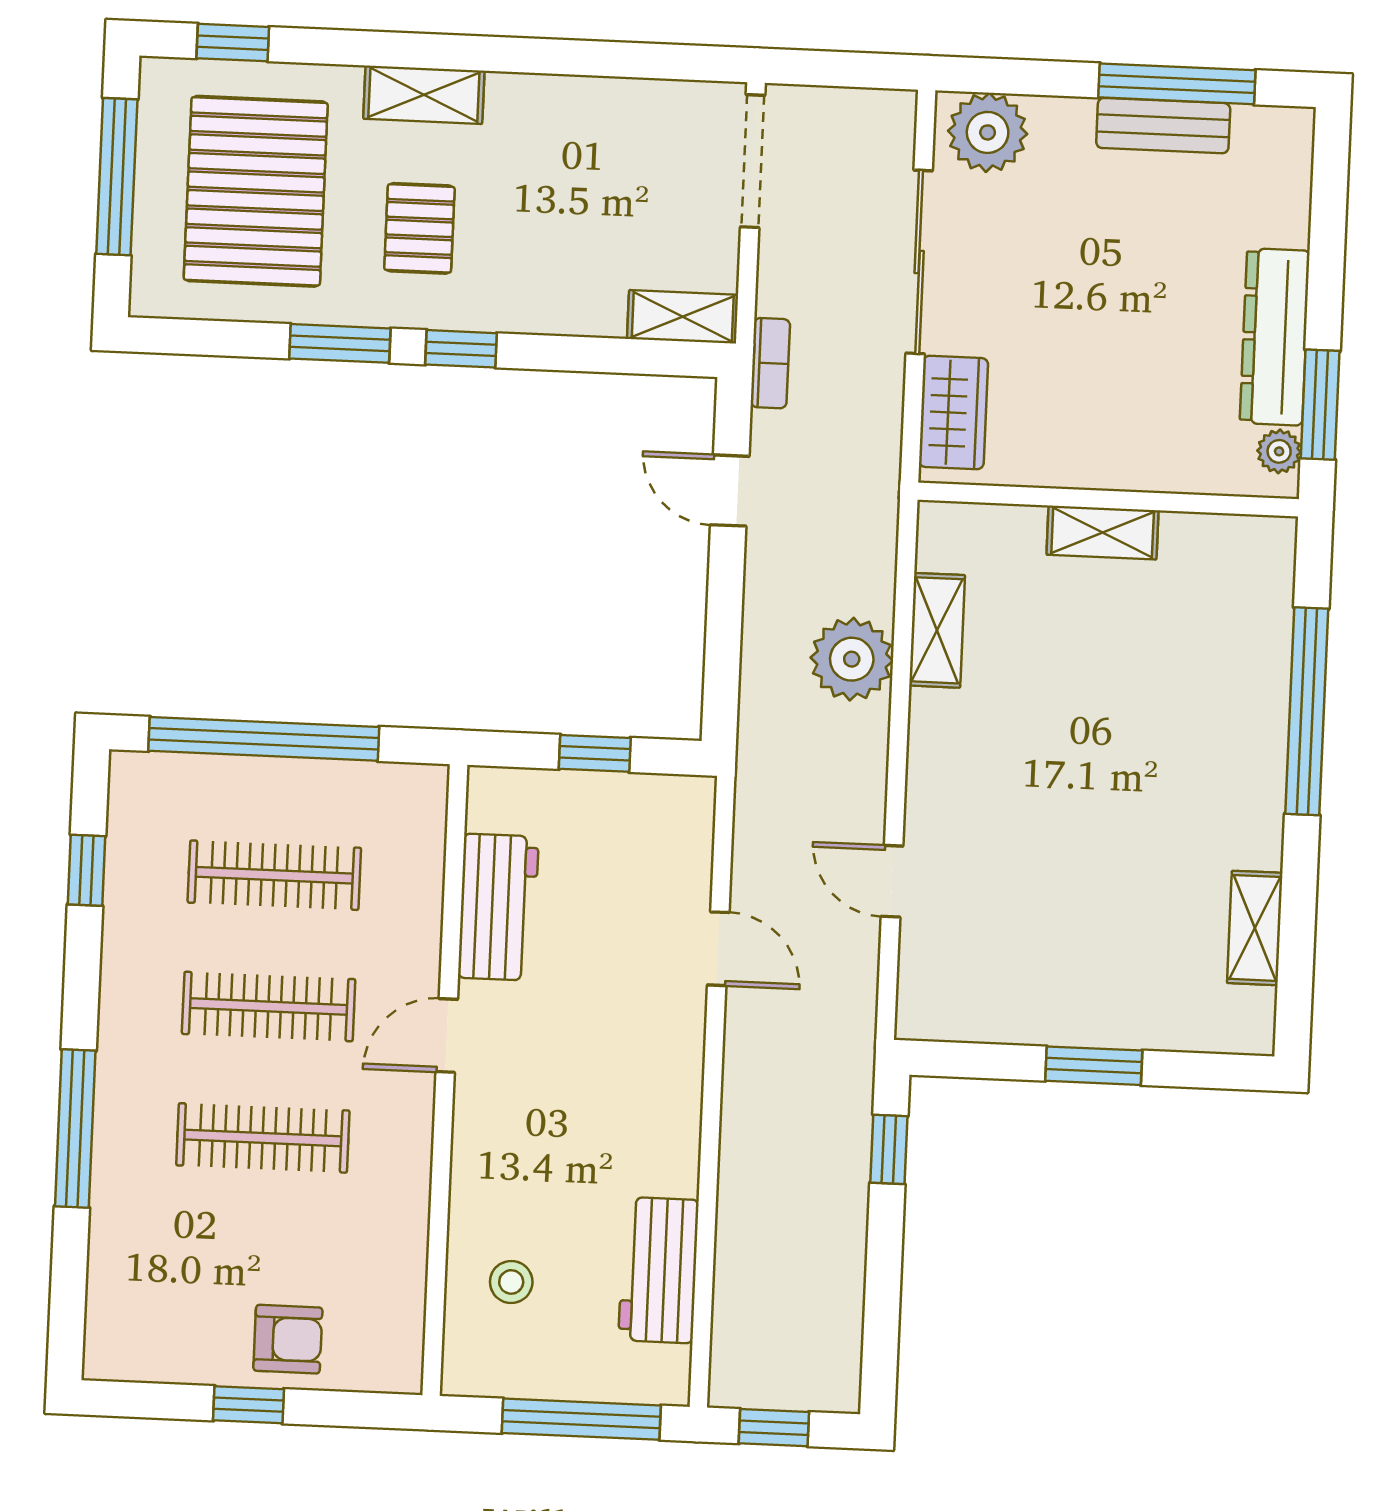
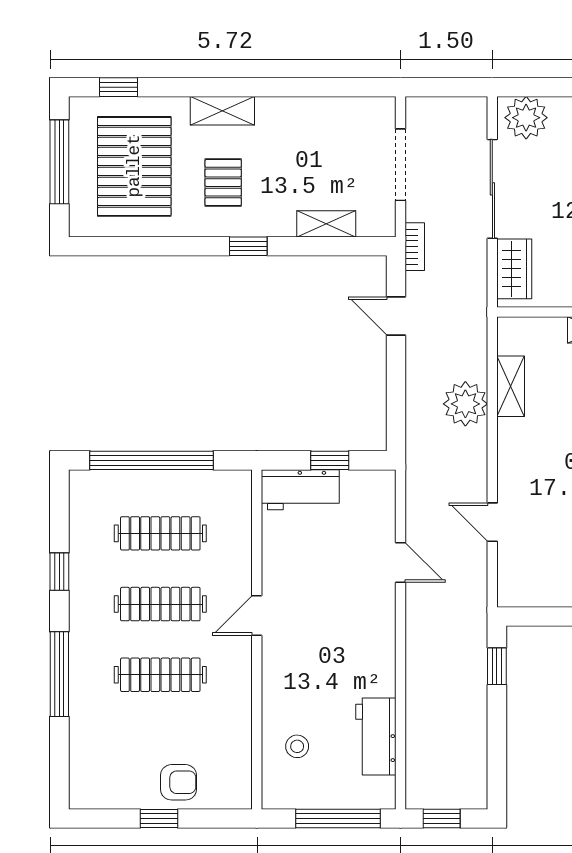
doorway: (753, 161) -> (401, 165), moved
shelving: (683, 317) -> (326, 224), moved
window: (340, 343) -> (183, 246), removed
window: (87, 870) -> (59, 572), moved
workbench: (498, 907) -> (300, 490), moved, turned 90

